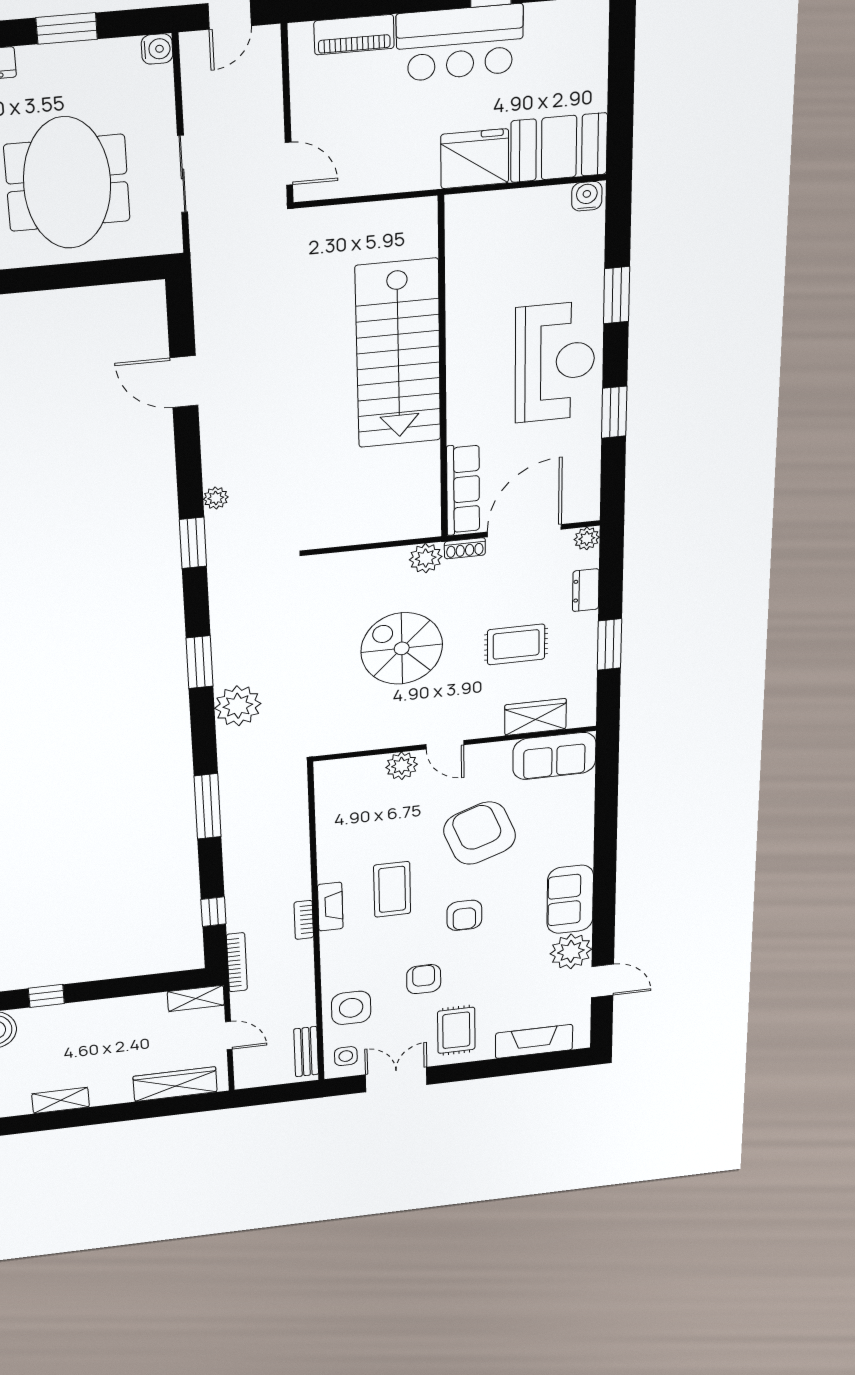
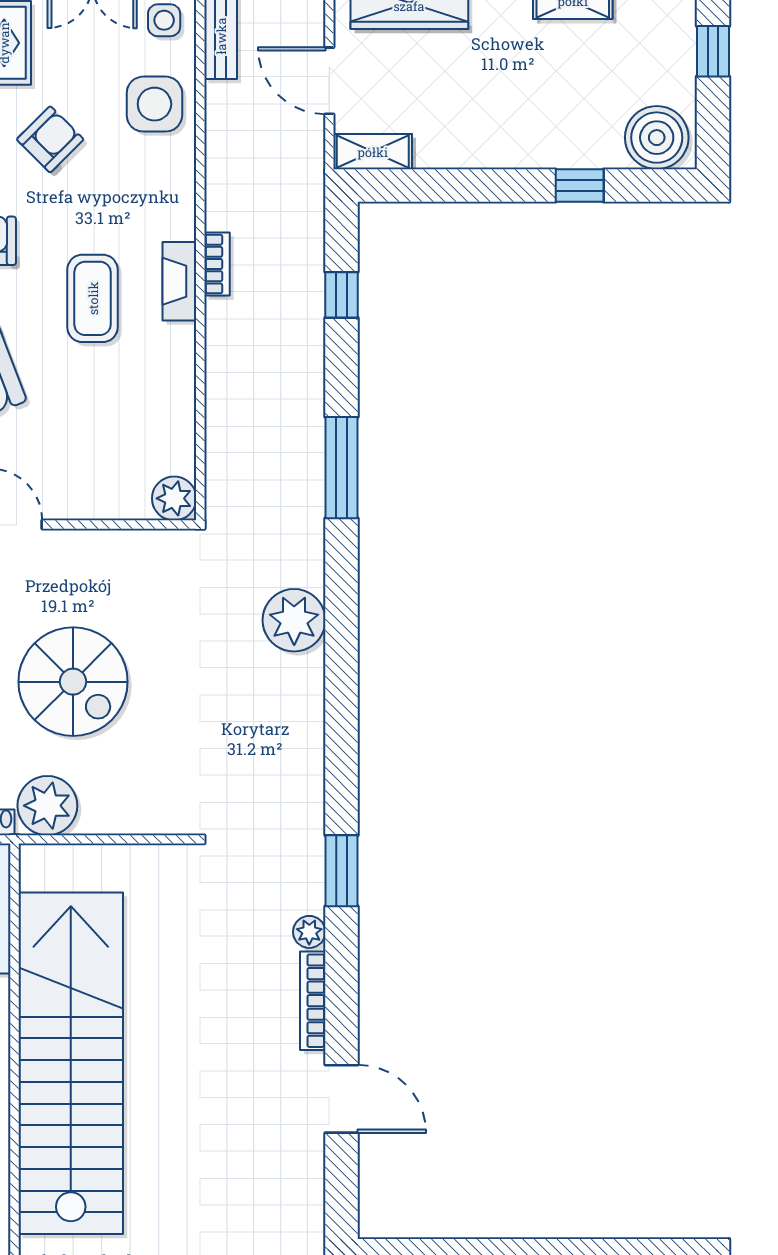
stairs: (398, 354) -> (71, 1063), width x1.36
plant: (426, 558) -> (47, 806), width x1.36, depth x1.36
window: (200, 662) -> (342, 693), removed
plant: (402, 766) -> (174, 498), moved
bookcase: (237, 962) -> (313, 1001), moved
armchair: (424, 979) -> (50, 139), turned -135
door: (229, 1036) -> (329, 81), width x1.38

